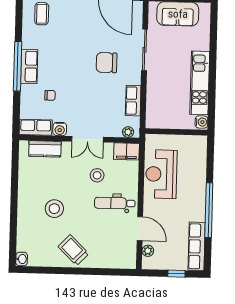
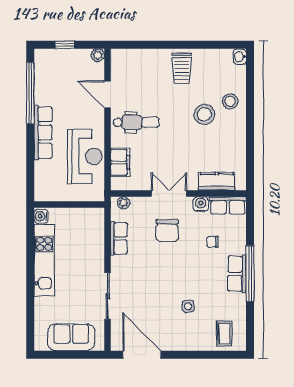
side table: (73, 39) -> (188, 306), added
chair: (107, 63) -> (167, 231), moved, turned 90
filing cabinet: (126, 151) -> (120, 162), moved, turned 90
stool: (97, 175) -> (230, 101), moved
window: (209, 210) -> (30, 93), moved
row of seats: (197, 246) -> (43, 132), moved
trolley: (73, 250) -> (182, 68), turned 46
plant: (148, 251) -> (98, 55), moved

